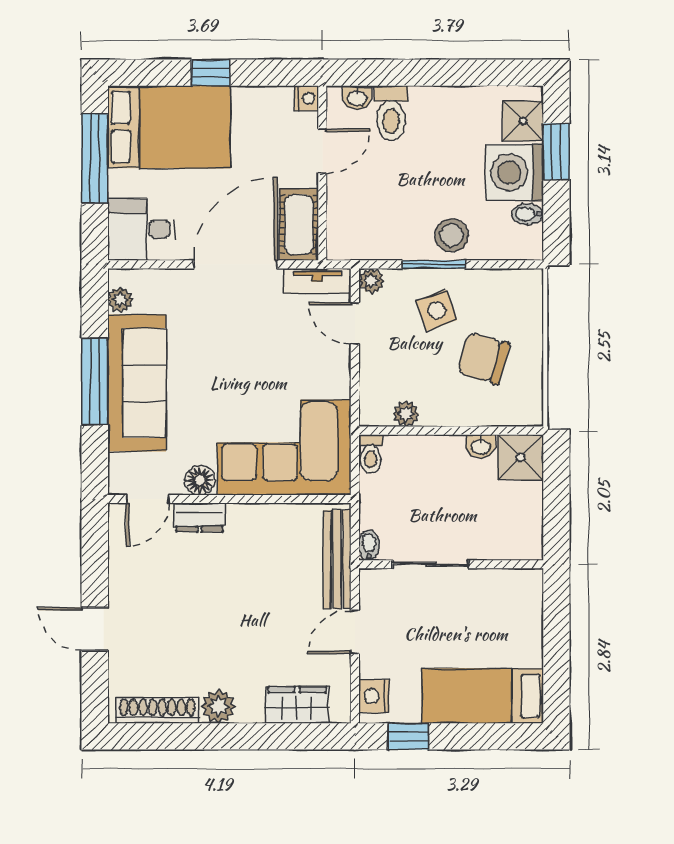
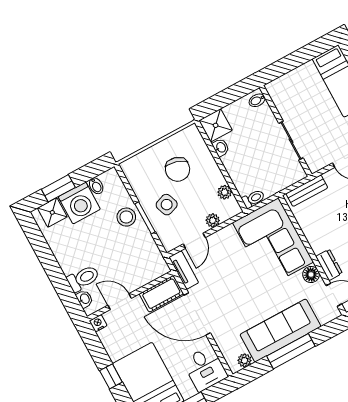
plant: (371, 281) -> (213, 220), moved
bidet: (369, 545) -> (257, 100), moved
bench: (337, 559) -> (307, 191), width x0.73

